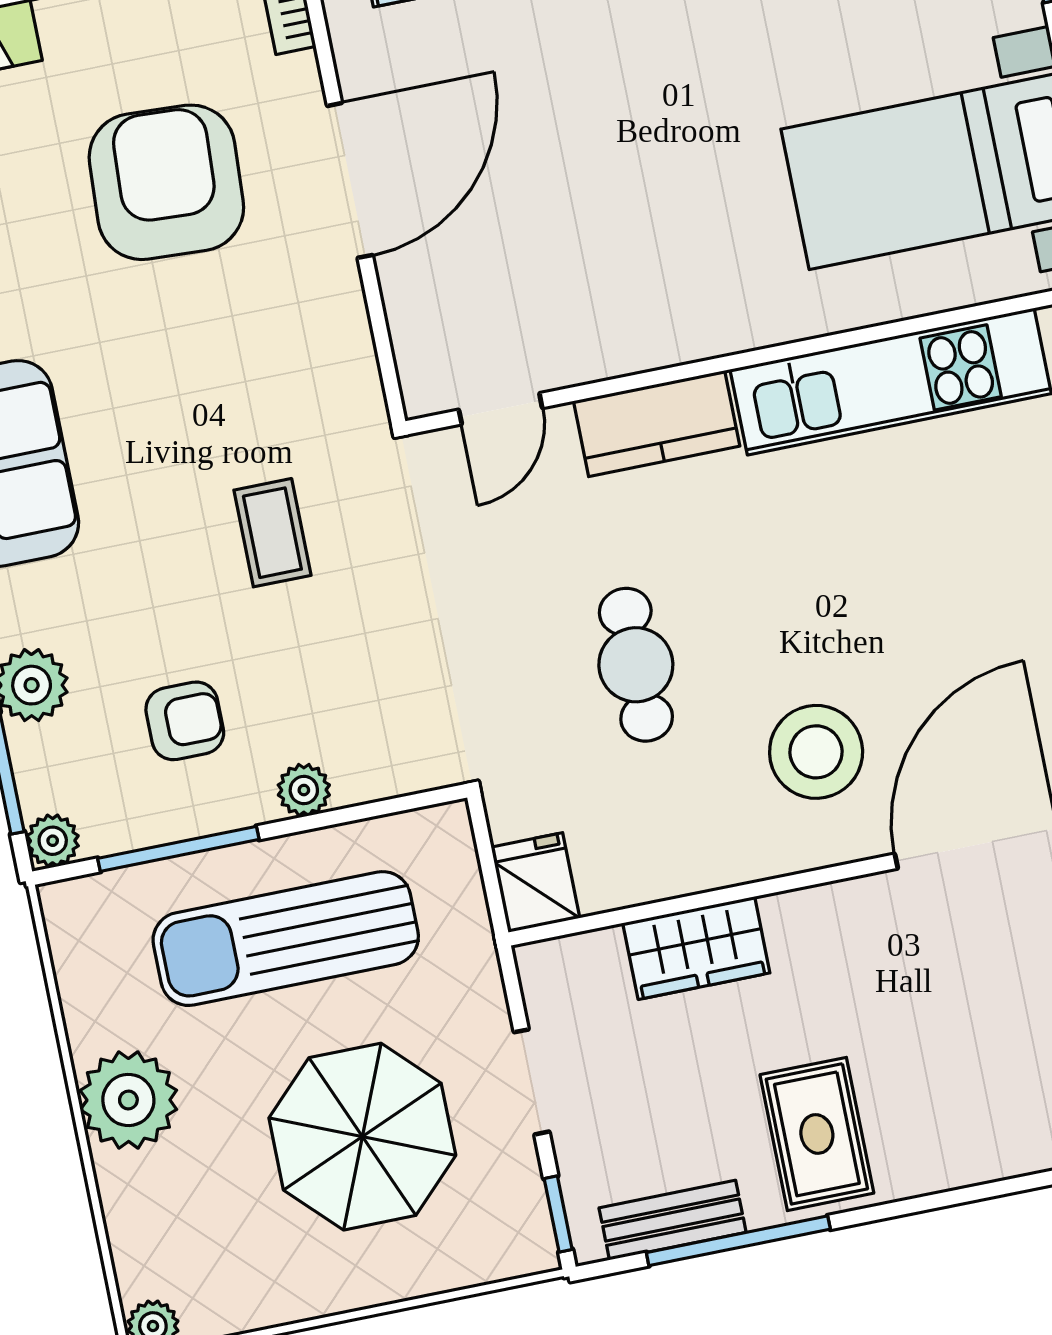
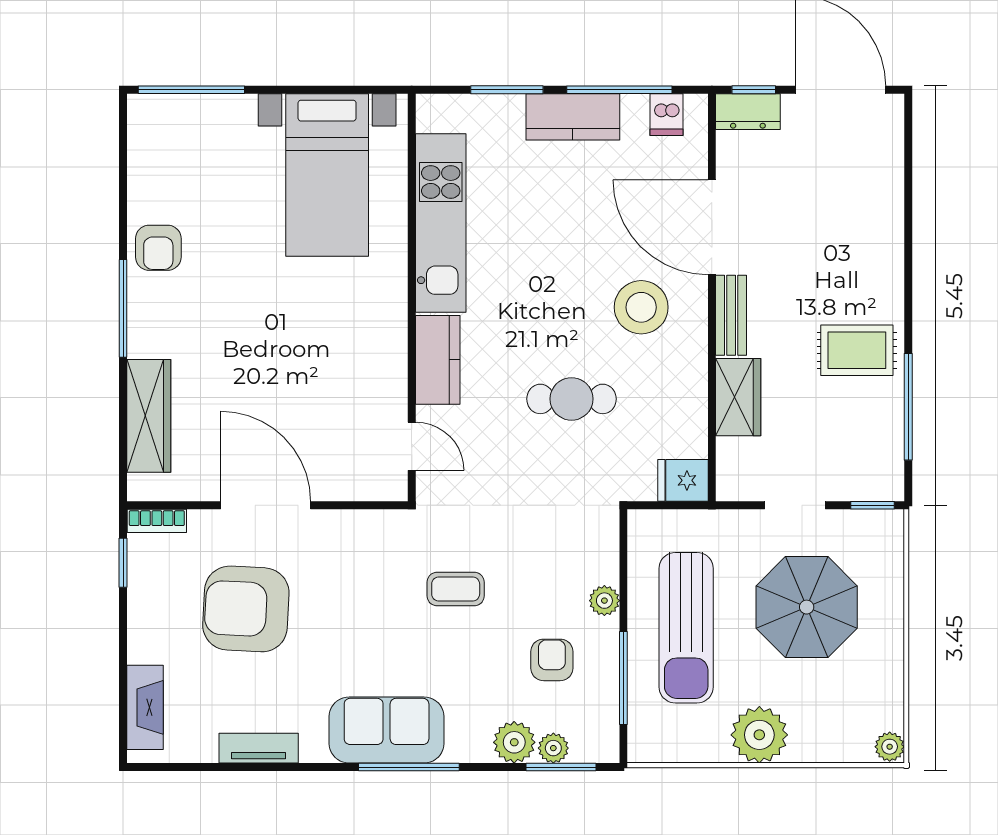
plant: (53, 841) -> (553, 748), moved
bench: (673, 1220) -> (731, 315), moved

